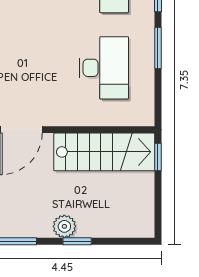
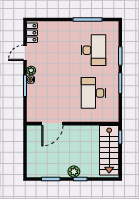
desk: (104, 68) -> (93, 93), turned 180
stairs: (104, 152) -> (109, 150), moved, turned 90

